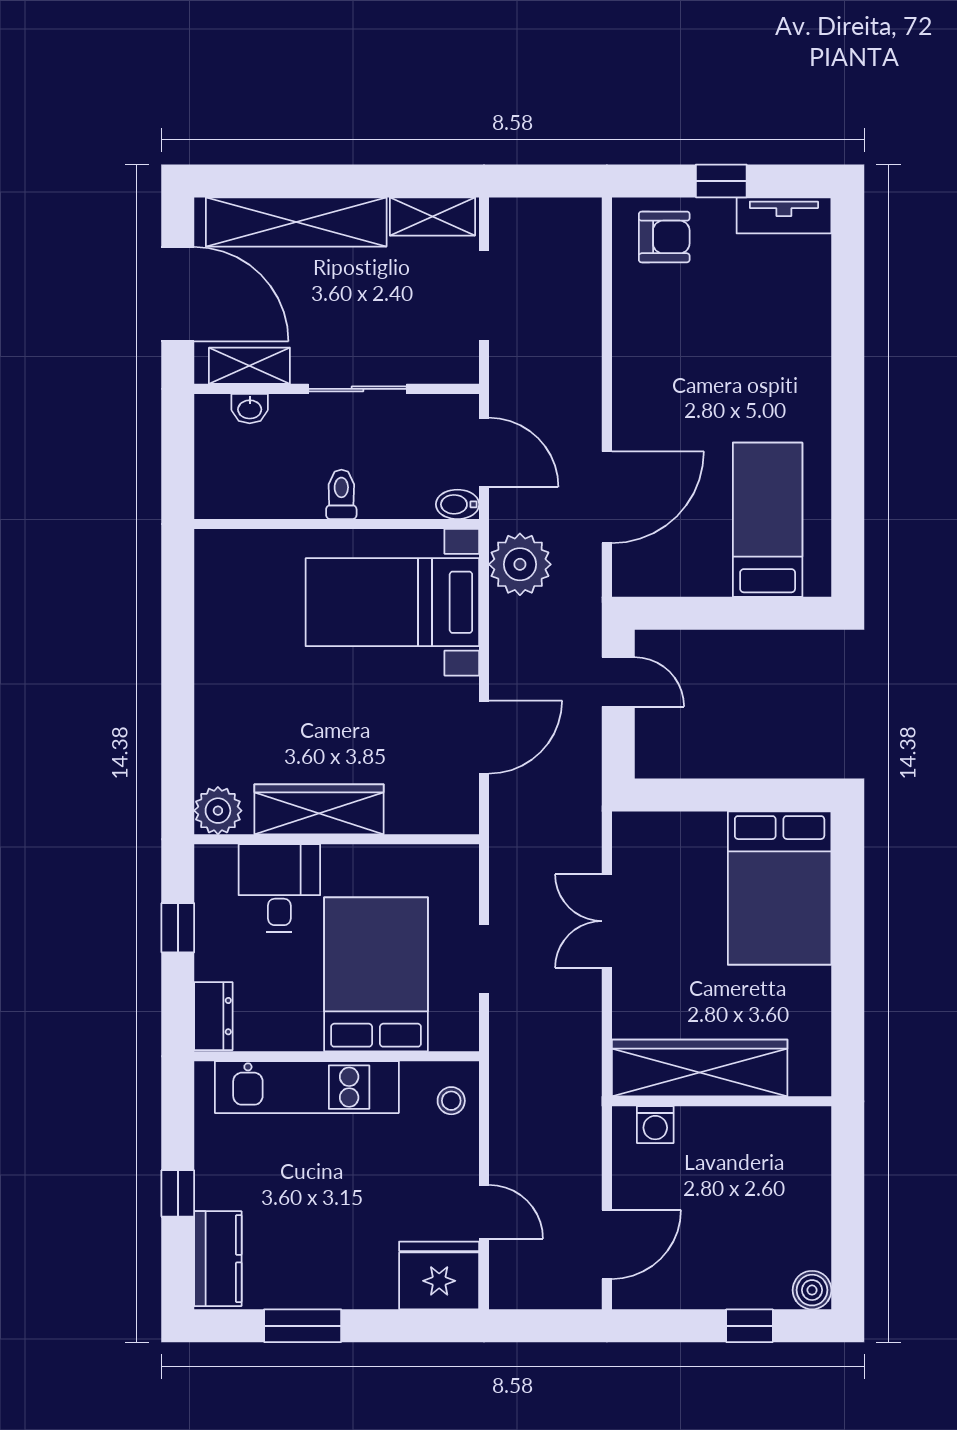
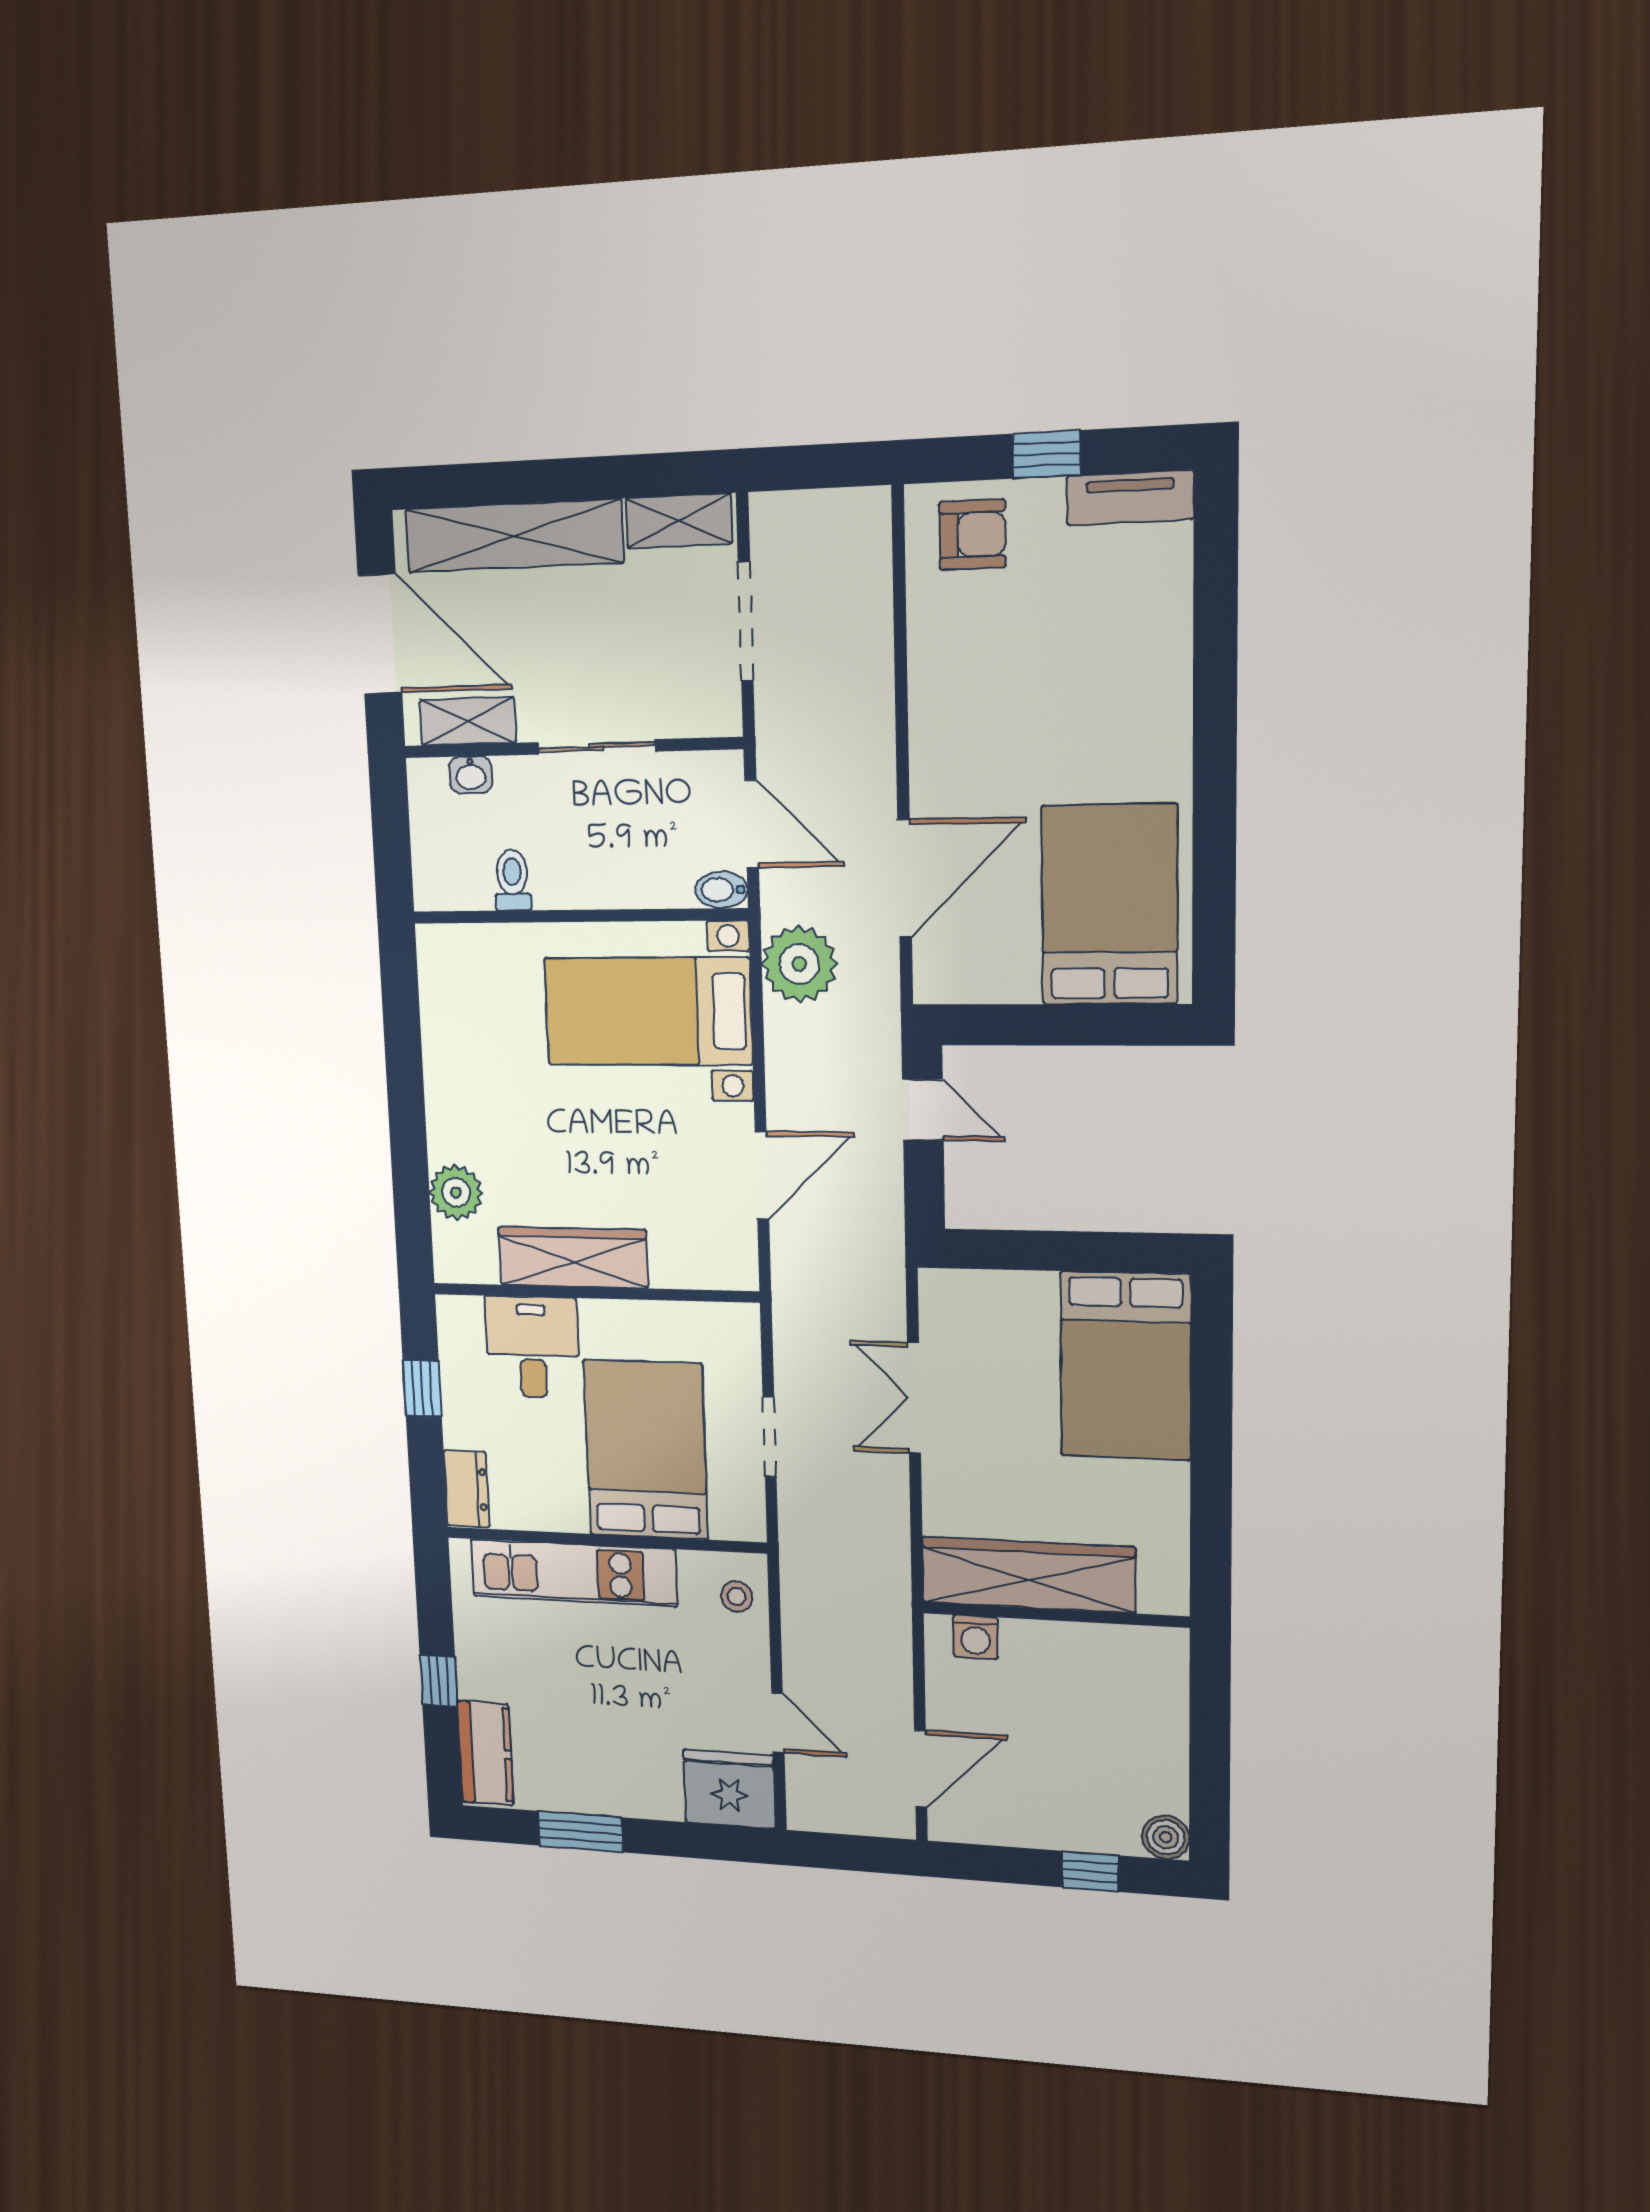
toilet: (341, 494) -> (512, 880), moved
bed: (768, 520) -> (1109, 905), width x1.50
plant: (218, 811) -> (456, 1192), moved

